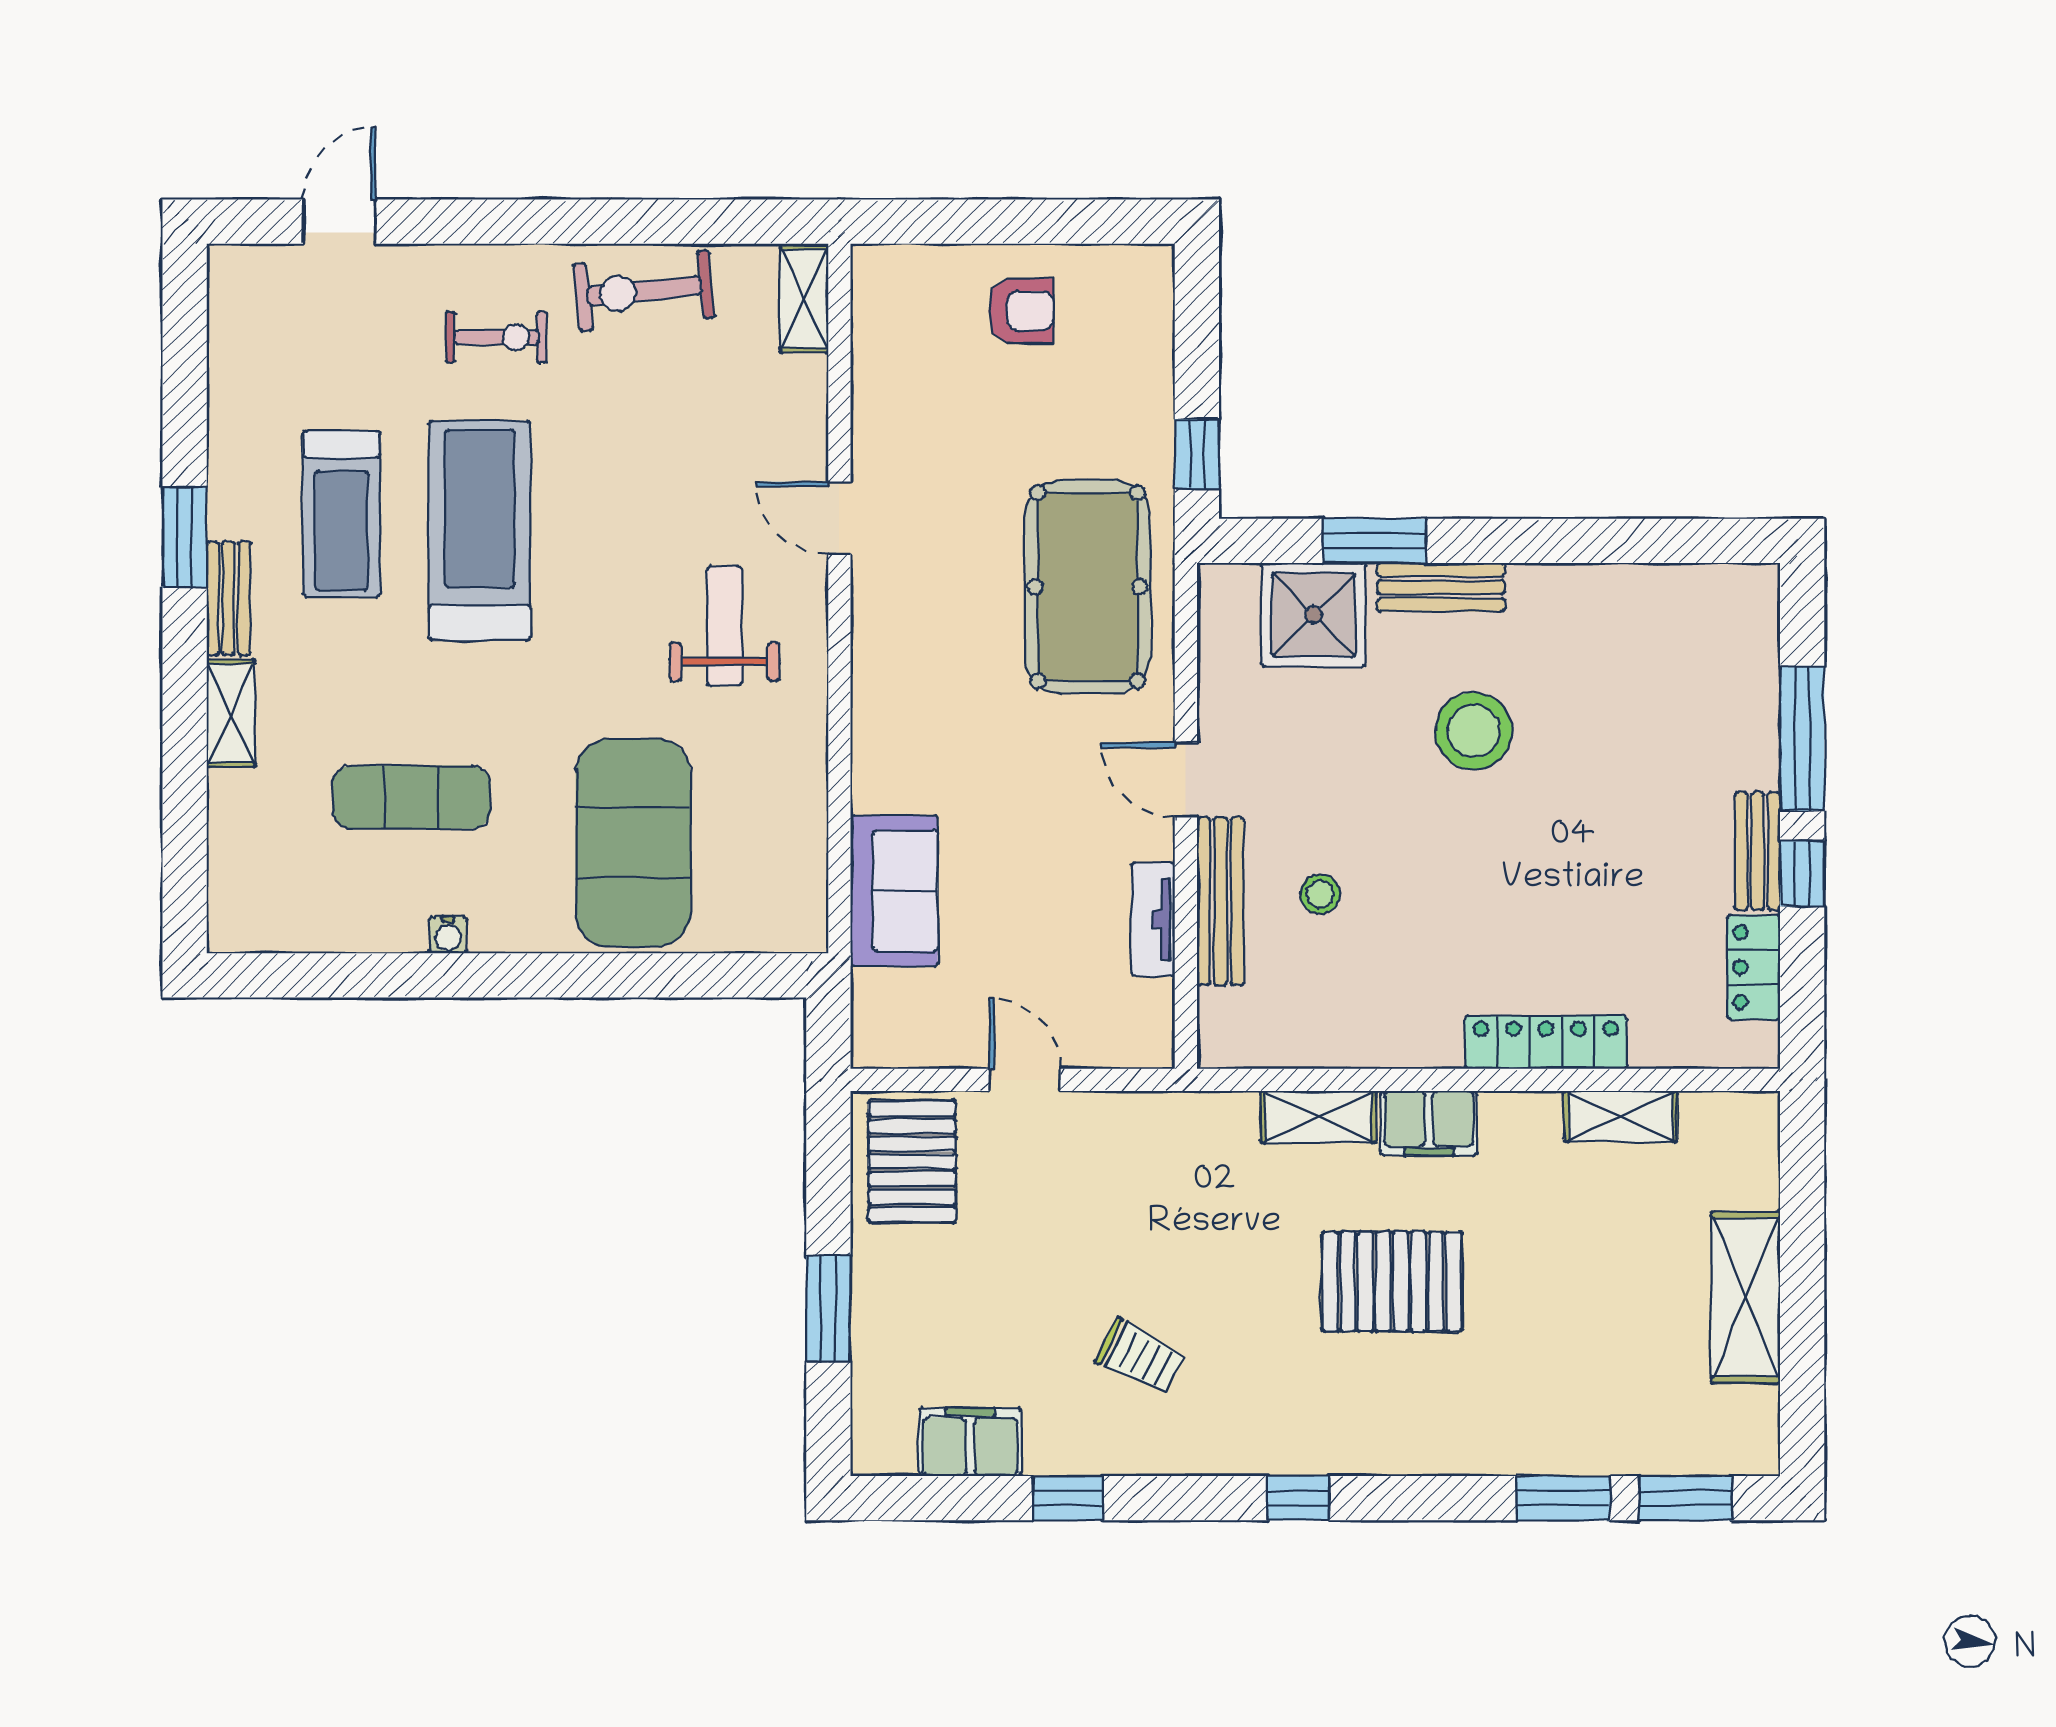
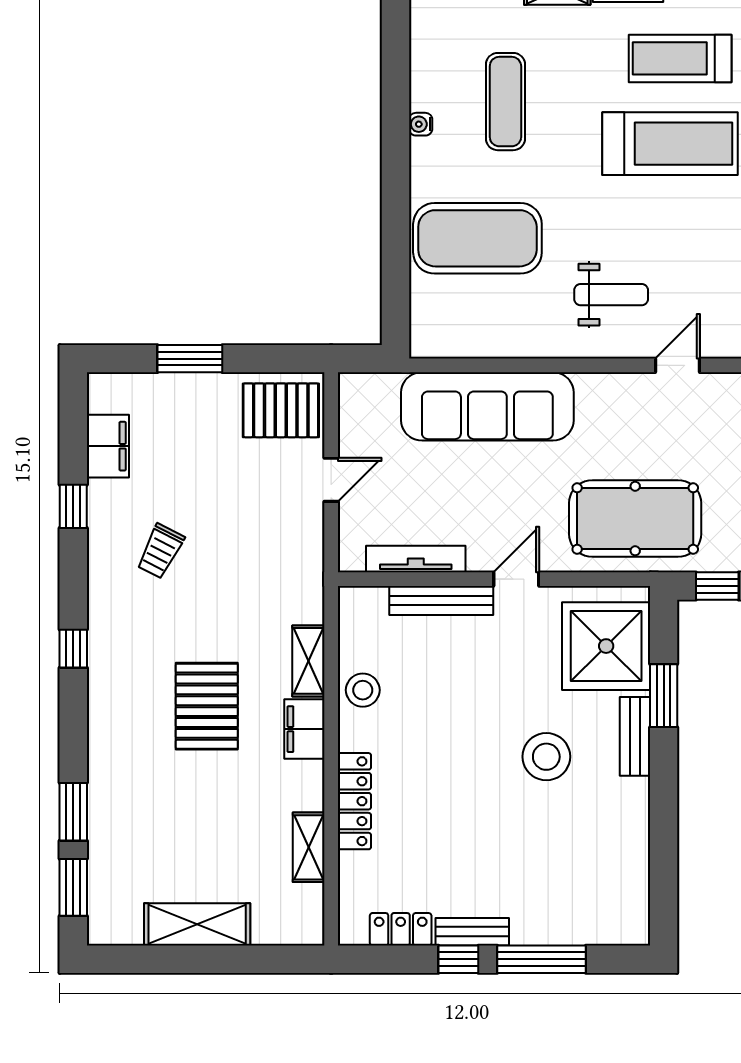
shower: (1313, 615) -> (606, 646), width x1.37, depth x1.37
sofa: (894, 891) -> (487, 406), width x1.85, depth x1.27
stool: (1320, 894) -> (363, 690), moved, width x1.37, depth x1.37
tv unit: (1153, 919) -> (416, 559), width x1.41

